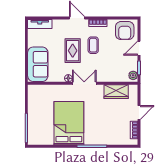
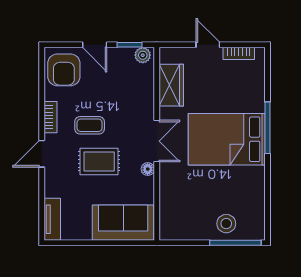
armchair: (125, 31) -> (64, 70), turned 90
double door: (84, 83) -> (157, 141), swing flipped
stool: (37, 123) -> (226, 224), added
bed: (69, 123) -> (227, 139), moved

